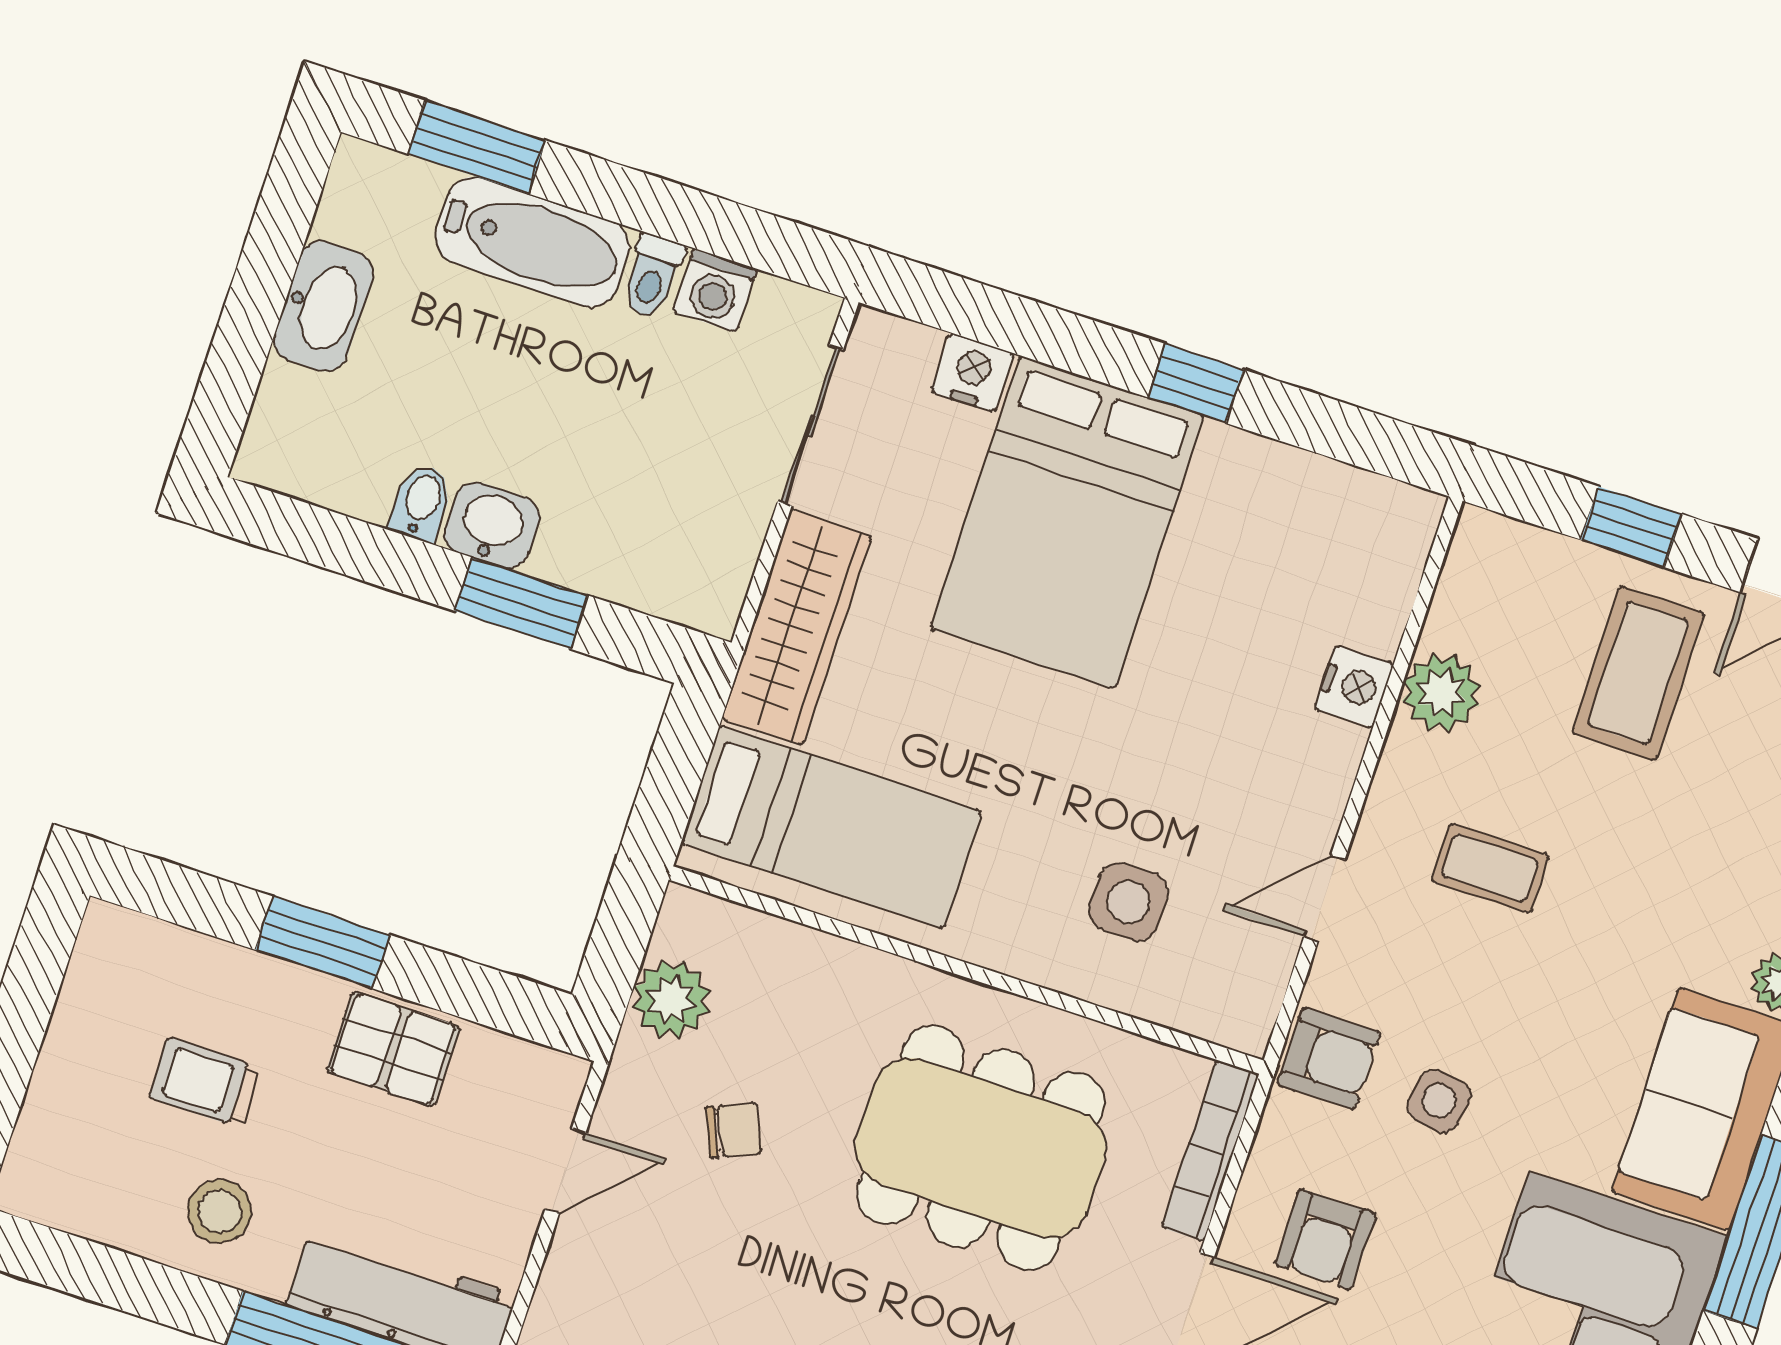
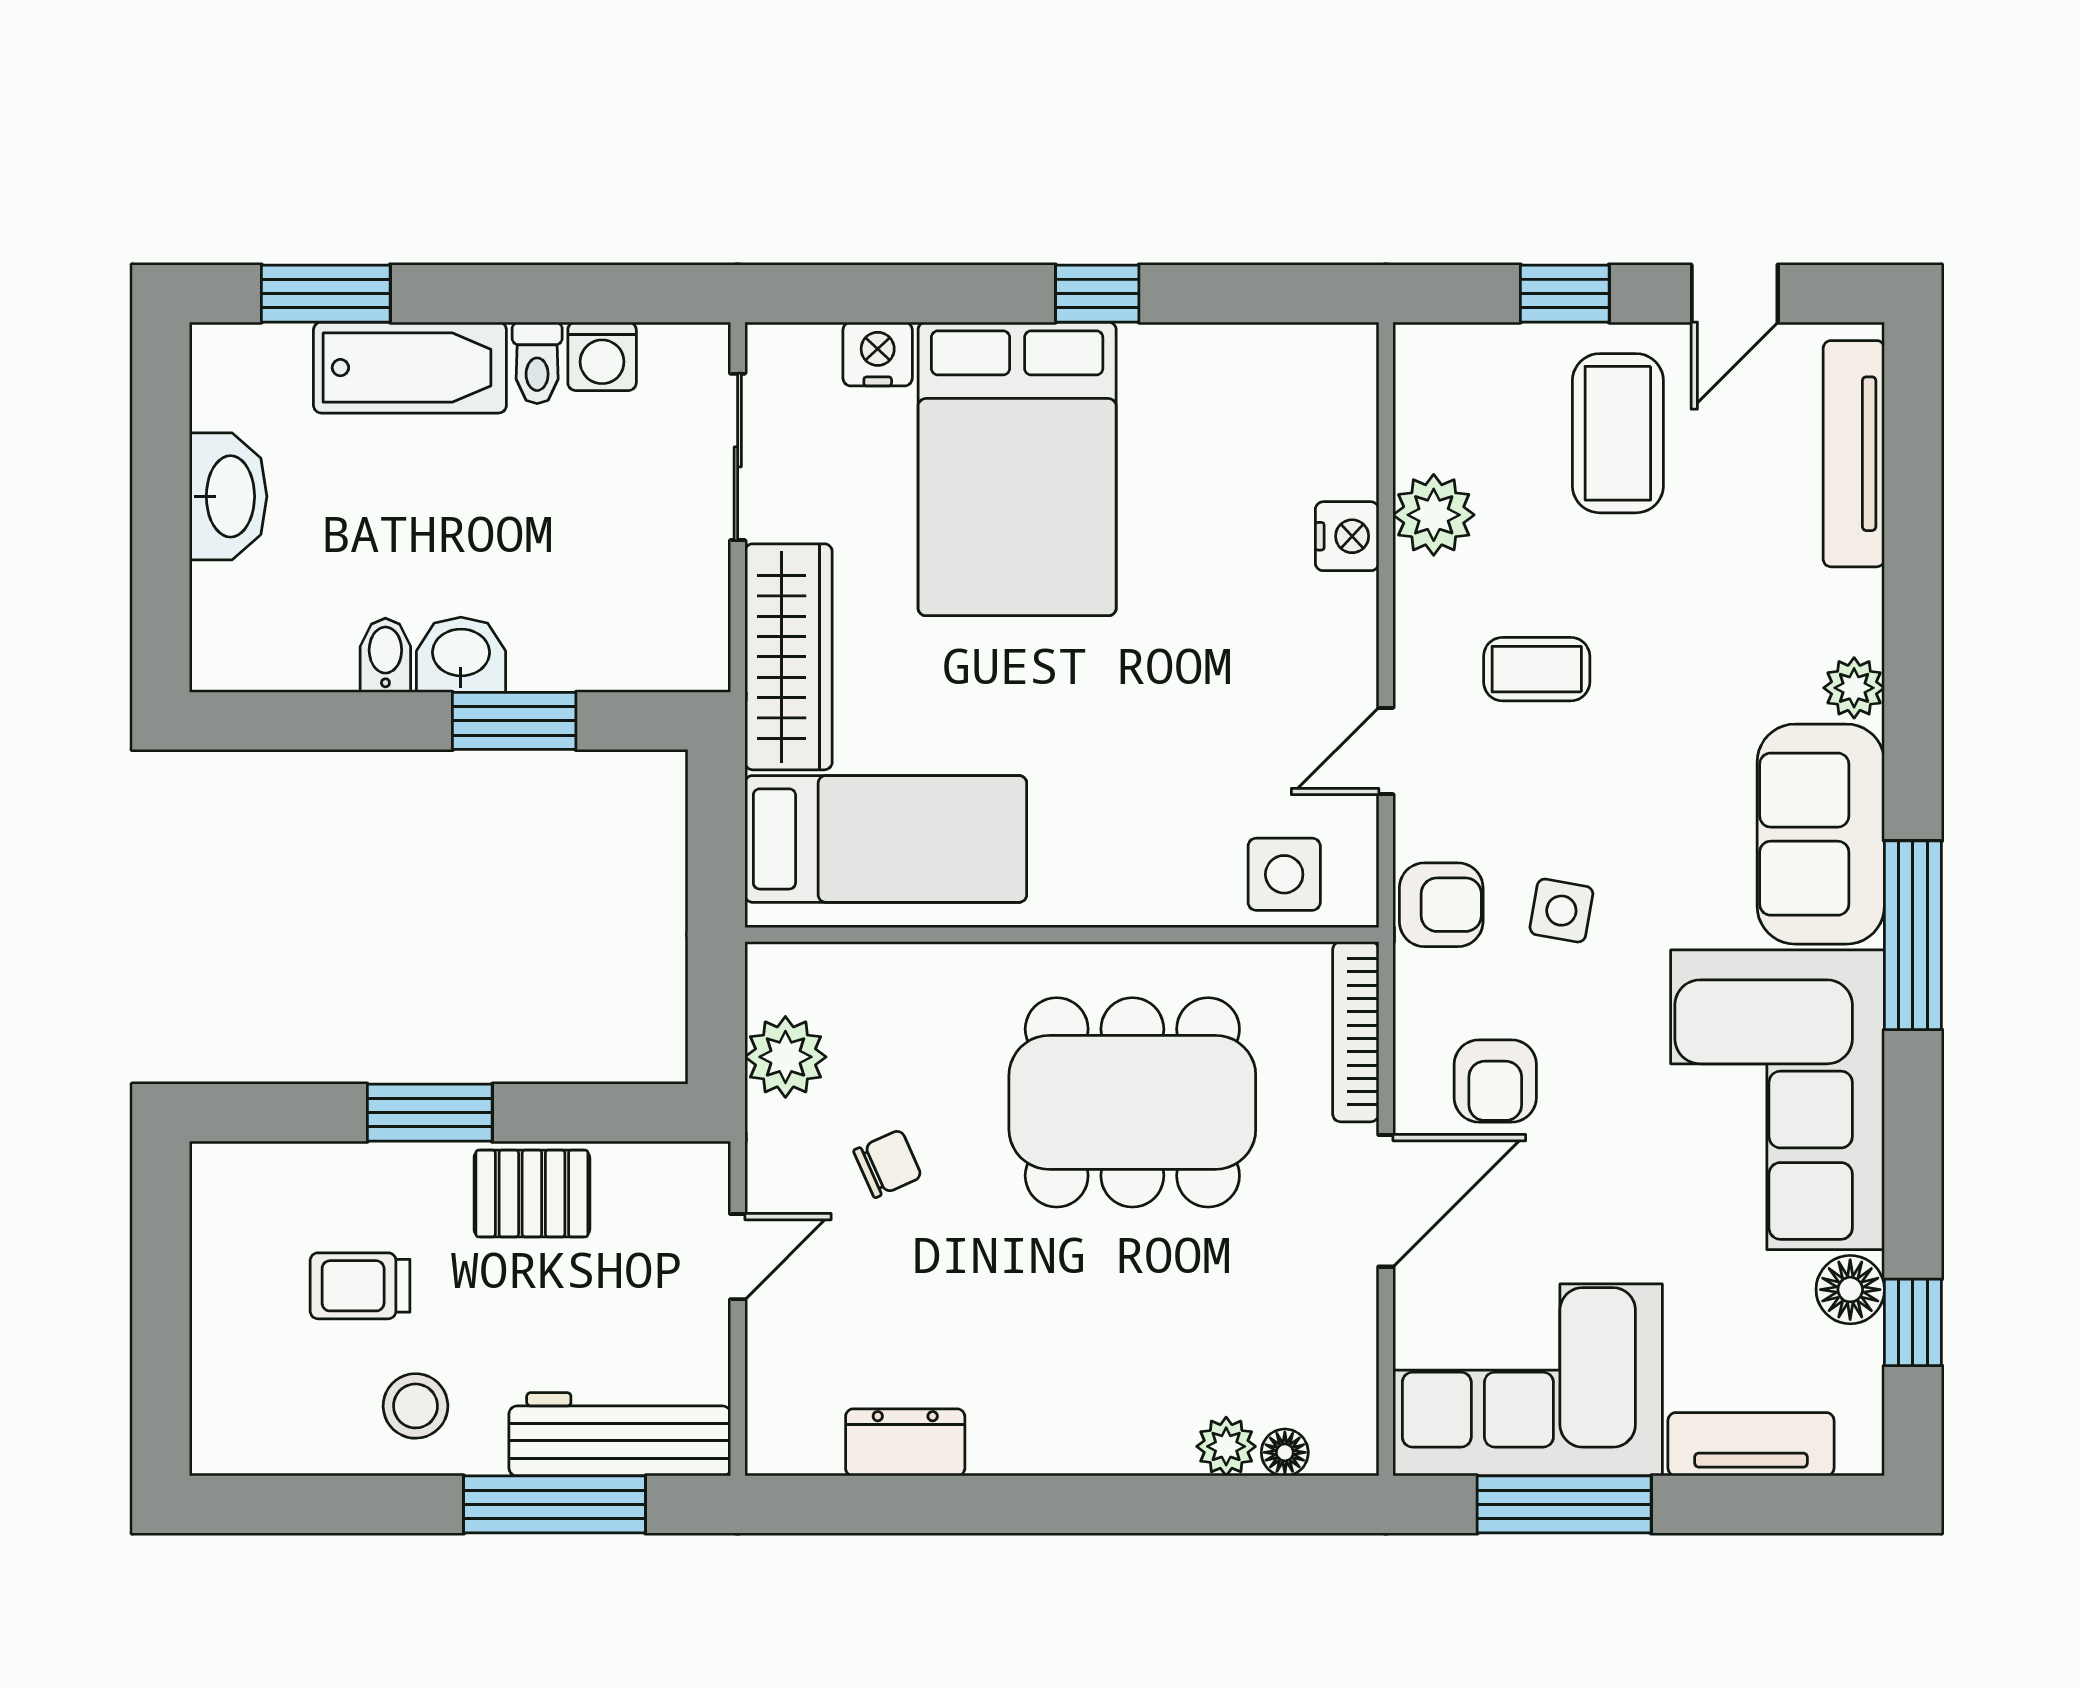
side table: (1128, 902) -> (1284, 874), moved

